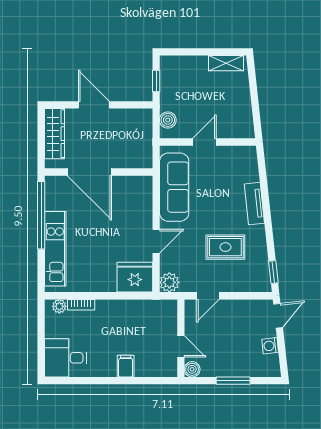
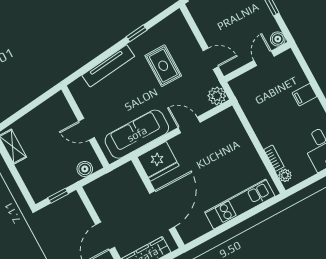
tv unit: (254, 204) -> (108, 66), width x1.41
window: (41, 215) -> (219, 230), removed
window: (273, 272) -> (137, 33), moved
fridge: (135, 277) -> (158, 161), moved, turned -90

